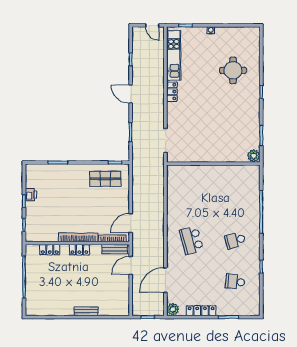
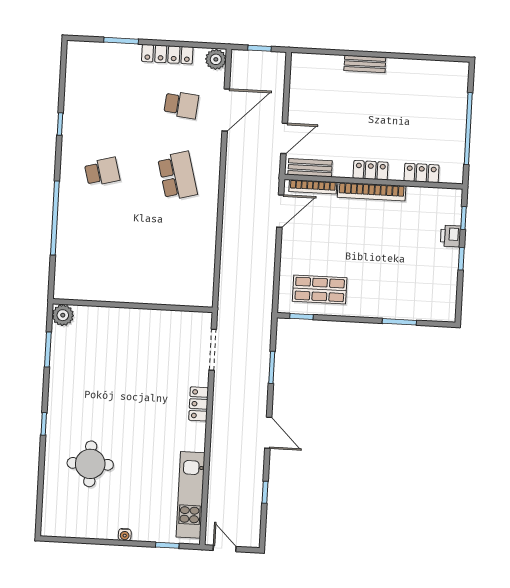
locker: (172, 92) -> (199, 404), moved
printer: (31, 195) -> (451, 236), moved
school desk: (235, 282) -> (181, 105), moved

